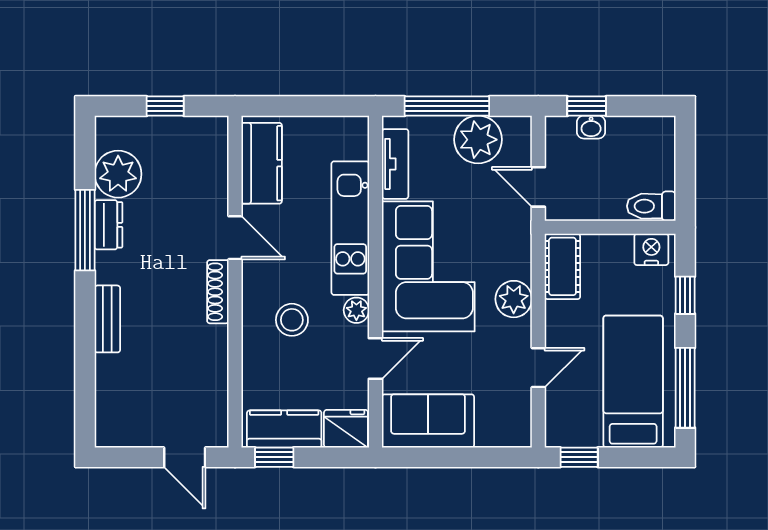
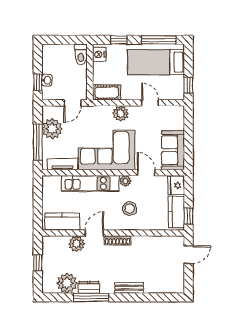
plant: (210, 196) -> (77, 244), added

